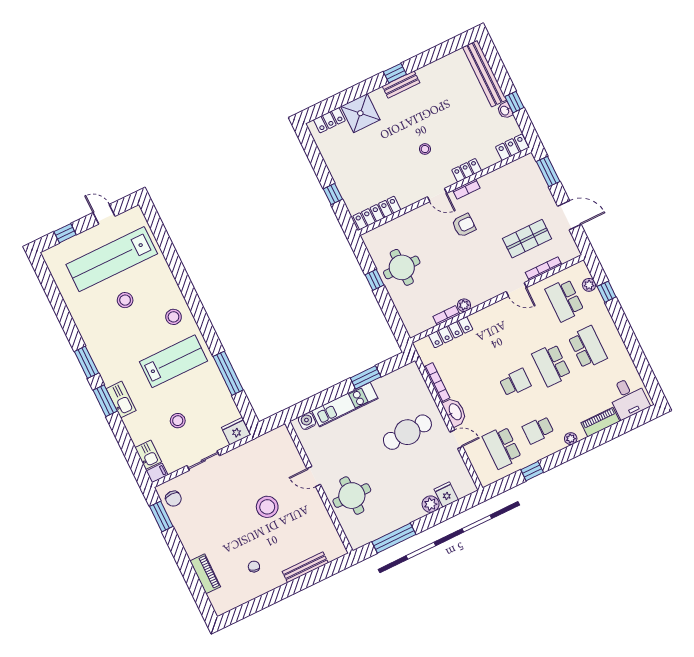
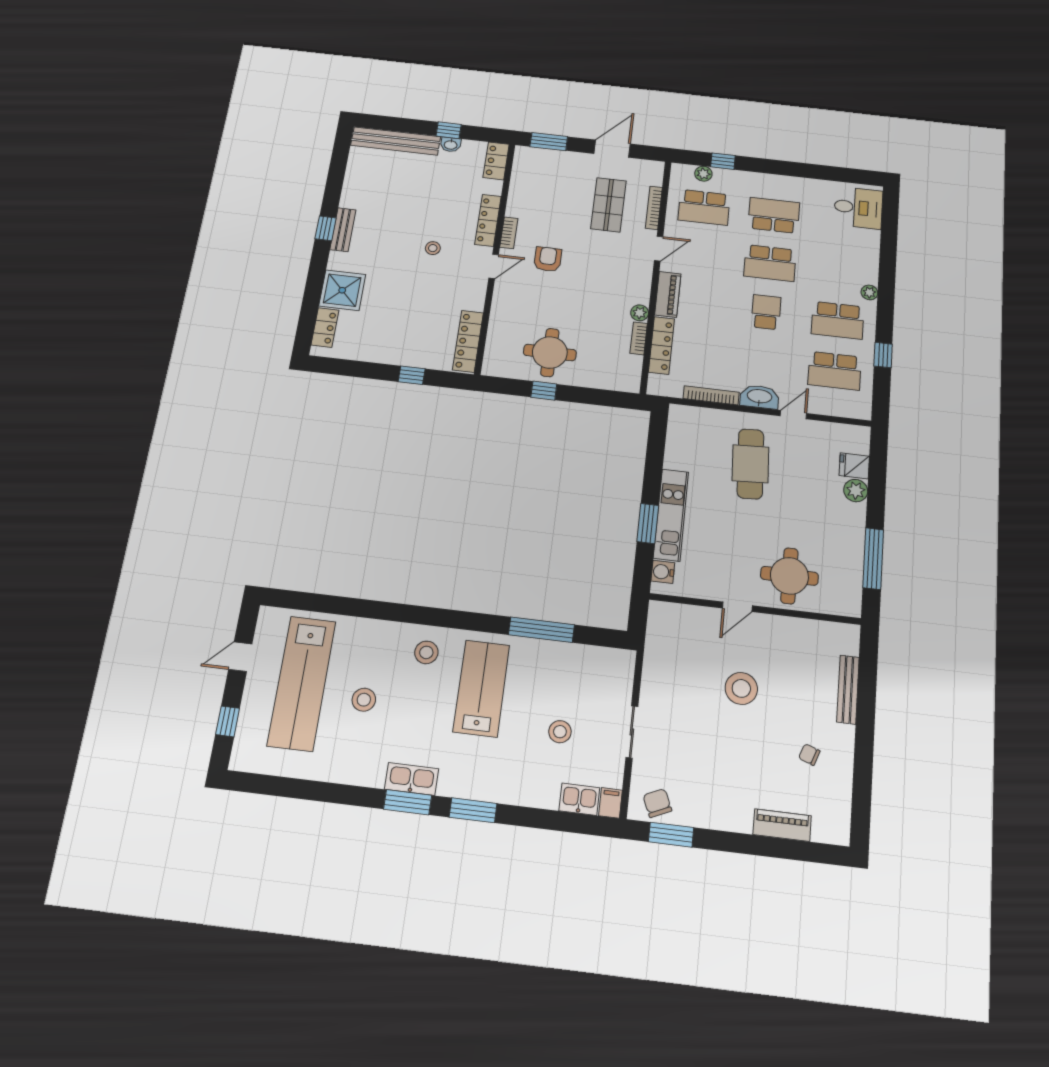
locker: (467, 170) -> (488, 220), width x1.53
window: (366, 377) -> (648, 524), moved
kitchen sink: (121, 400) -> (412, 779), moved
piano: (600, 422) -> (668, 294), moved, turned 180
school desk: (538, 430) -> (838, 320), width x1.85
fridge: (236, 431) -> (620, 667), removed
chair: (173, 499) -> (657, 803), turned -114

